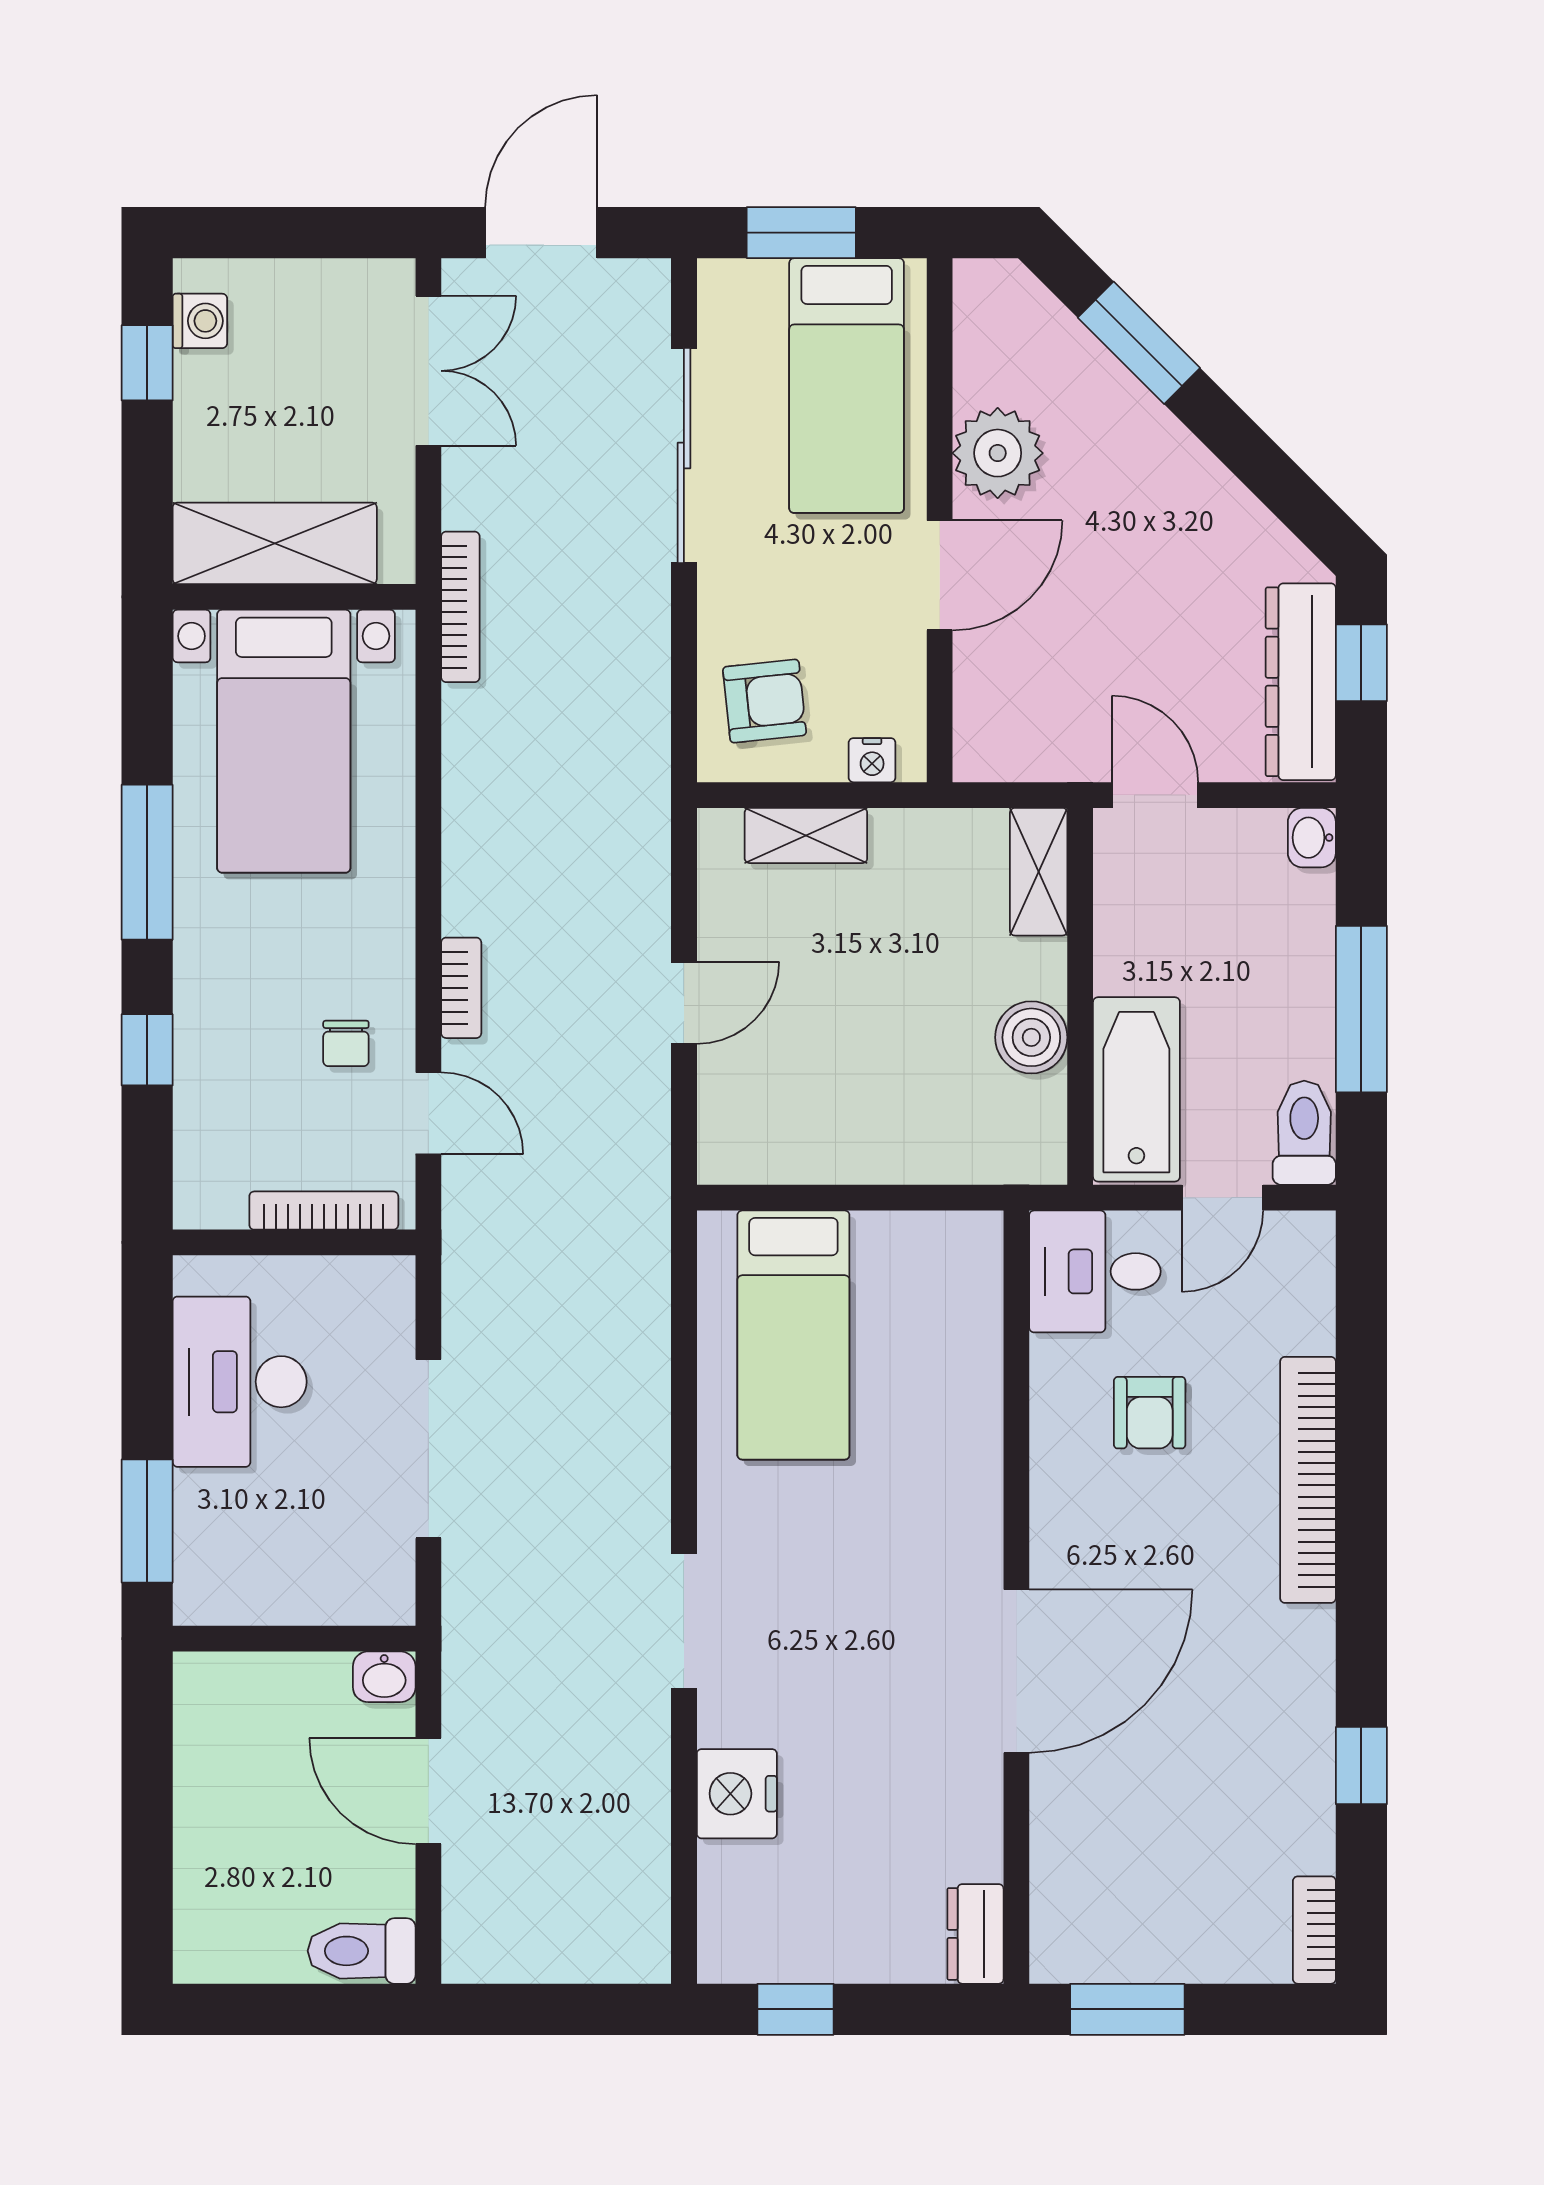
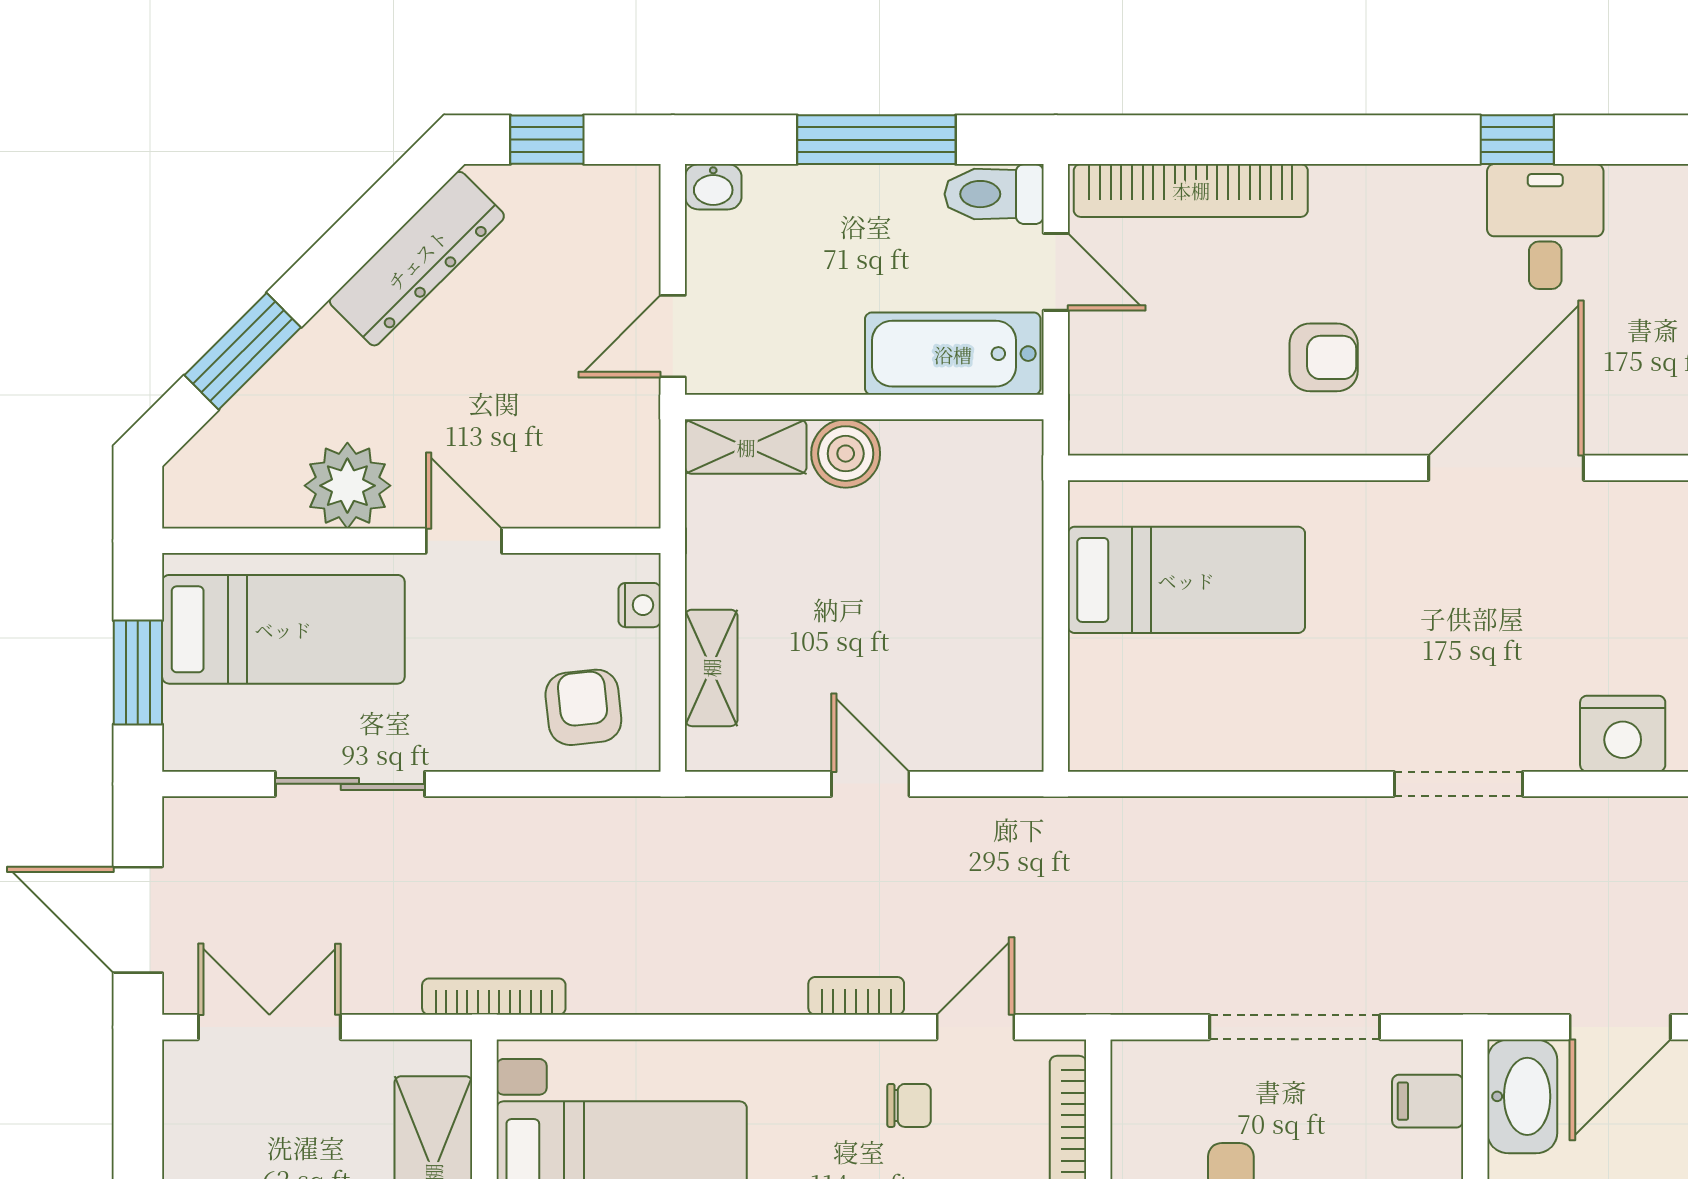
sliding door: (684, 456) -> (350, 784), width x0.73
door: (940, 575) -> (464, 541), width x0.73
dresser: (1301, 682) -> (417, 259), moved, turned -45
boiler: (1031, 1037) -> (846, 454), moved
desk: (1095, 1271) -> (1545, 226), moved, turned 180
bed: (793, 1335) -> (1186, 580), moved
armchair: (1150, 1413) -> (1324, 357), moved
bookcase: (1308, 1480) -> (1191, 190), moved
filing cabinet: (351, 1589) -> (1428, 1101), added
door: (1016, 1671) -> (1506, 468), hinge flipped
washbasin: (384, 1677) -> (1522, 1096), width x1.91, depth x1.45
window: (1361, 1766) -> (1517, 140), moved

